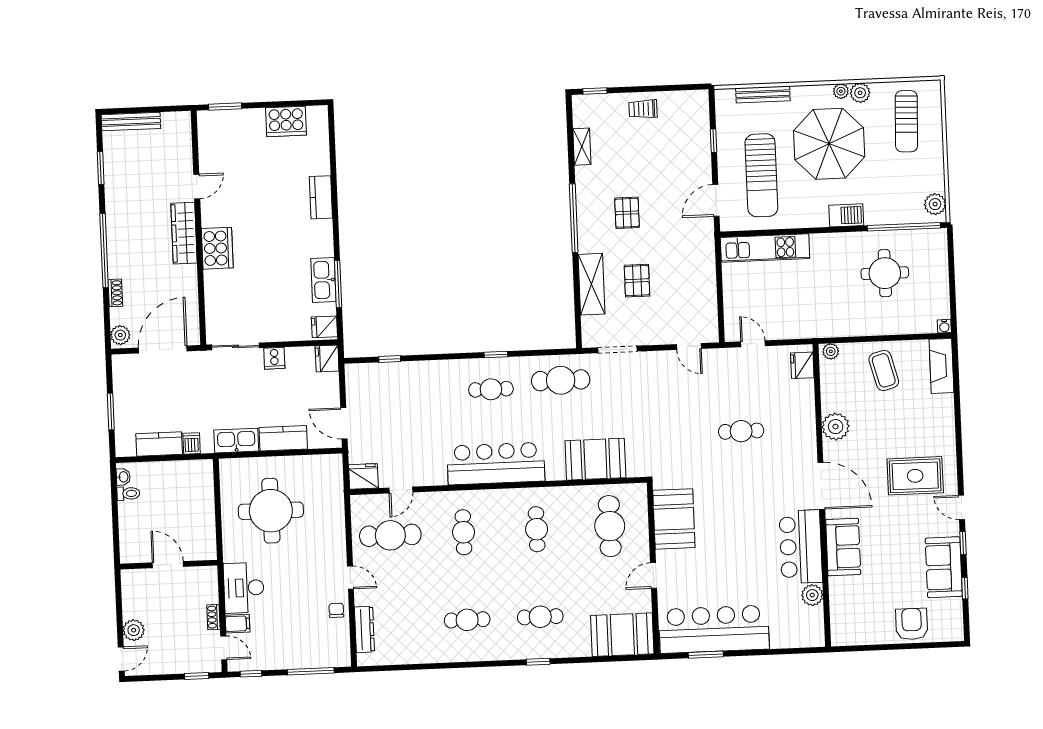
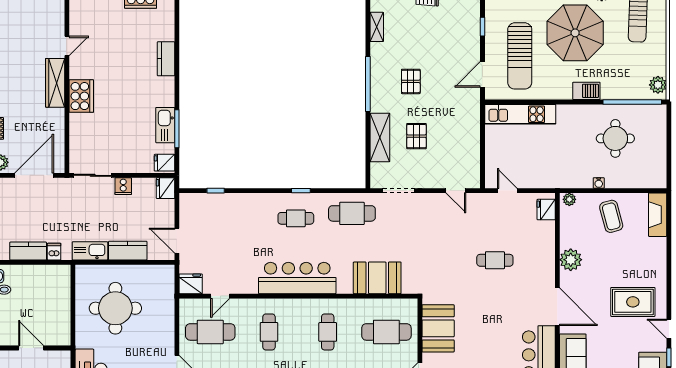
water cooler: (944, 326) -> (599, 183), moved
cafe table: (610, 526) -> (386, 332), turned 90

